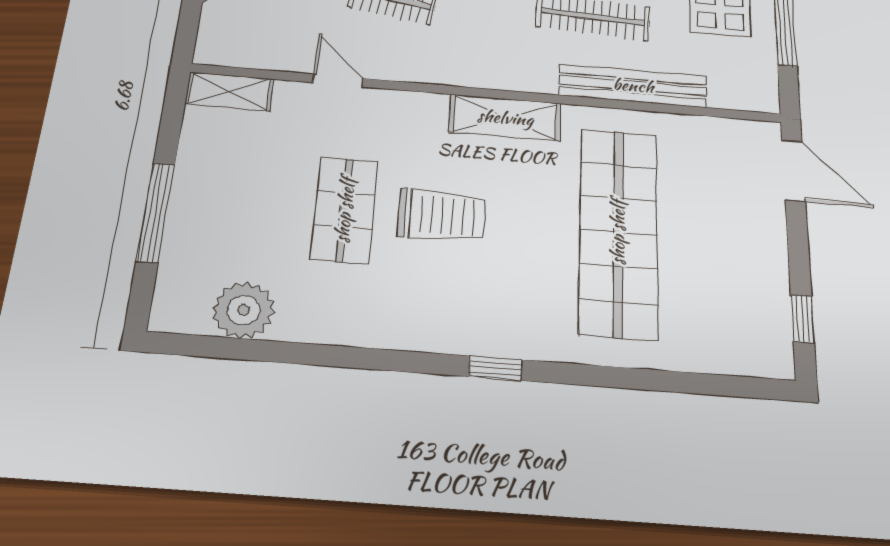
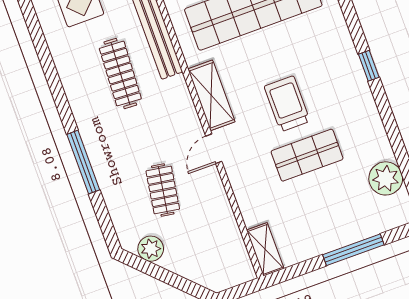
door: (338, 80) -> (214, 149), moved
window: (495, 368) -> (369, 66), moved

